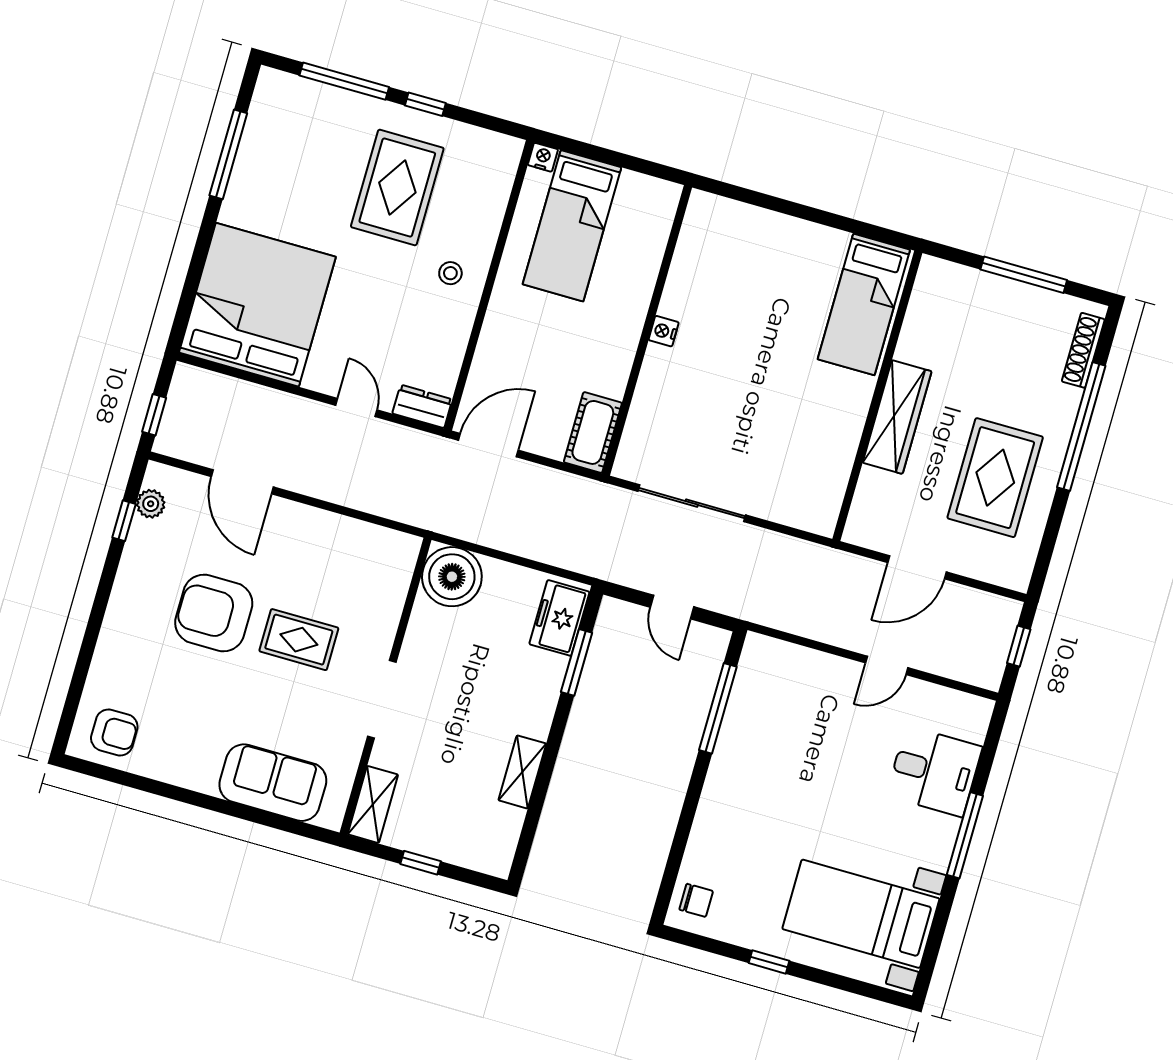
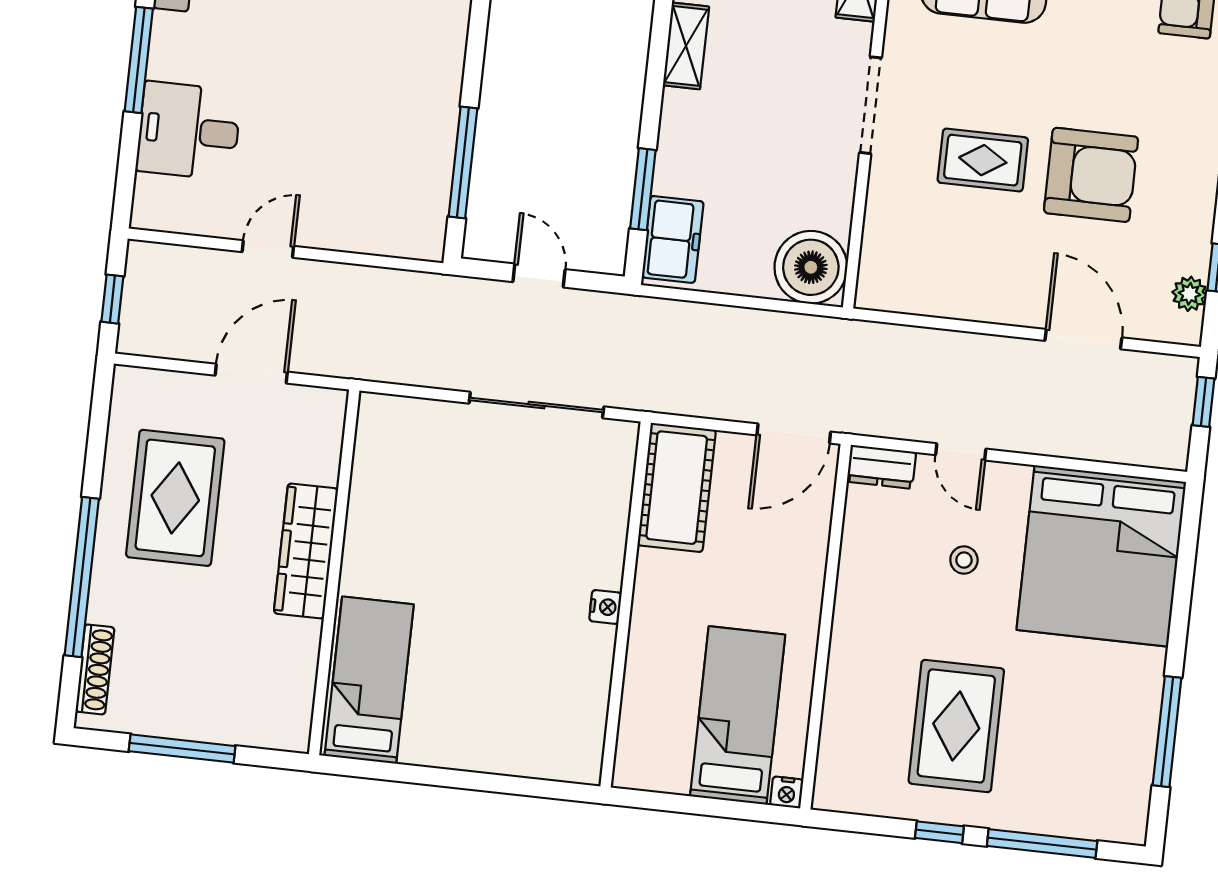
stool: (450, 273) -> (964, 560), moved
cot: (593, 432) -> (677, 488), width x1.37, depth x1.34

